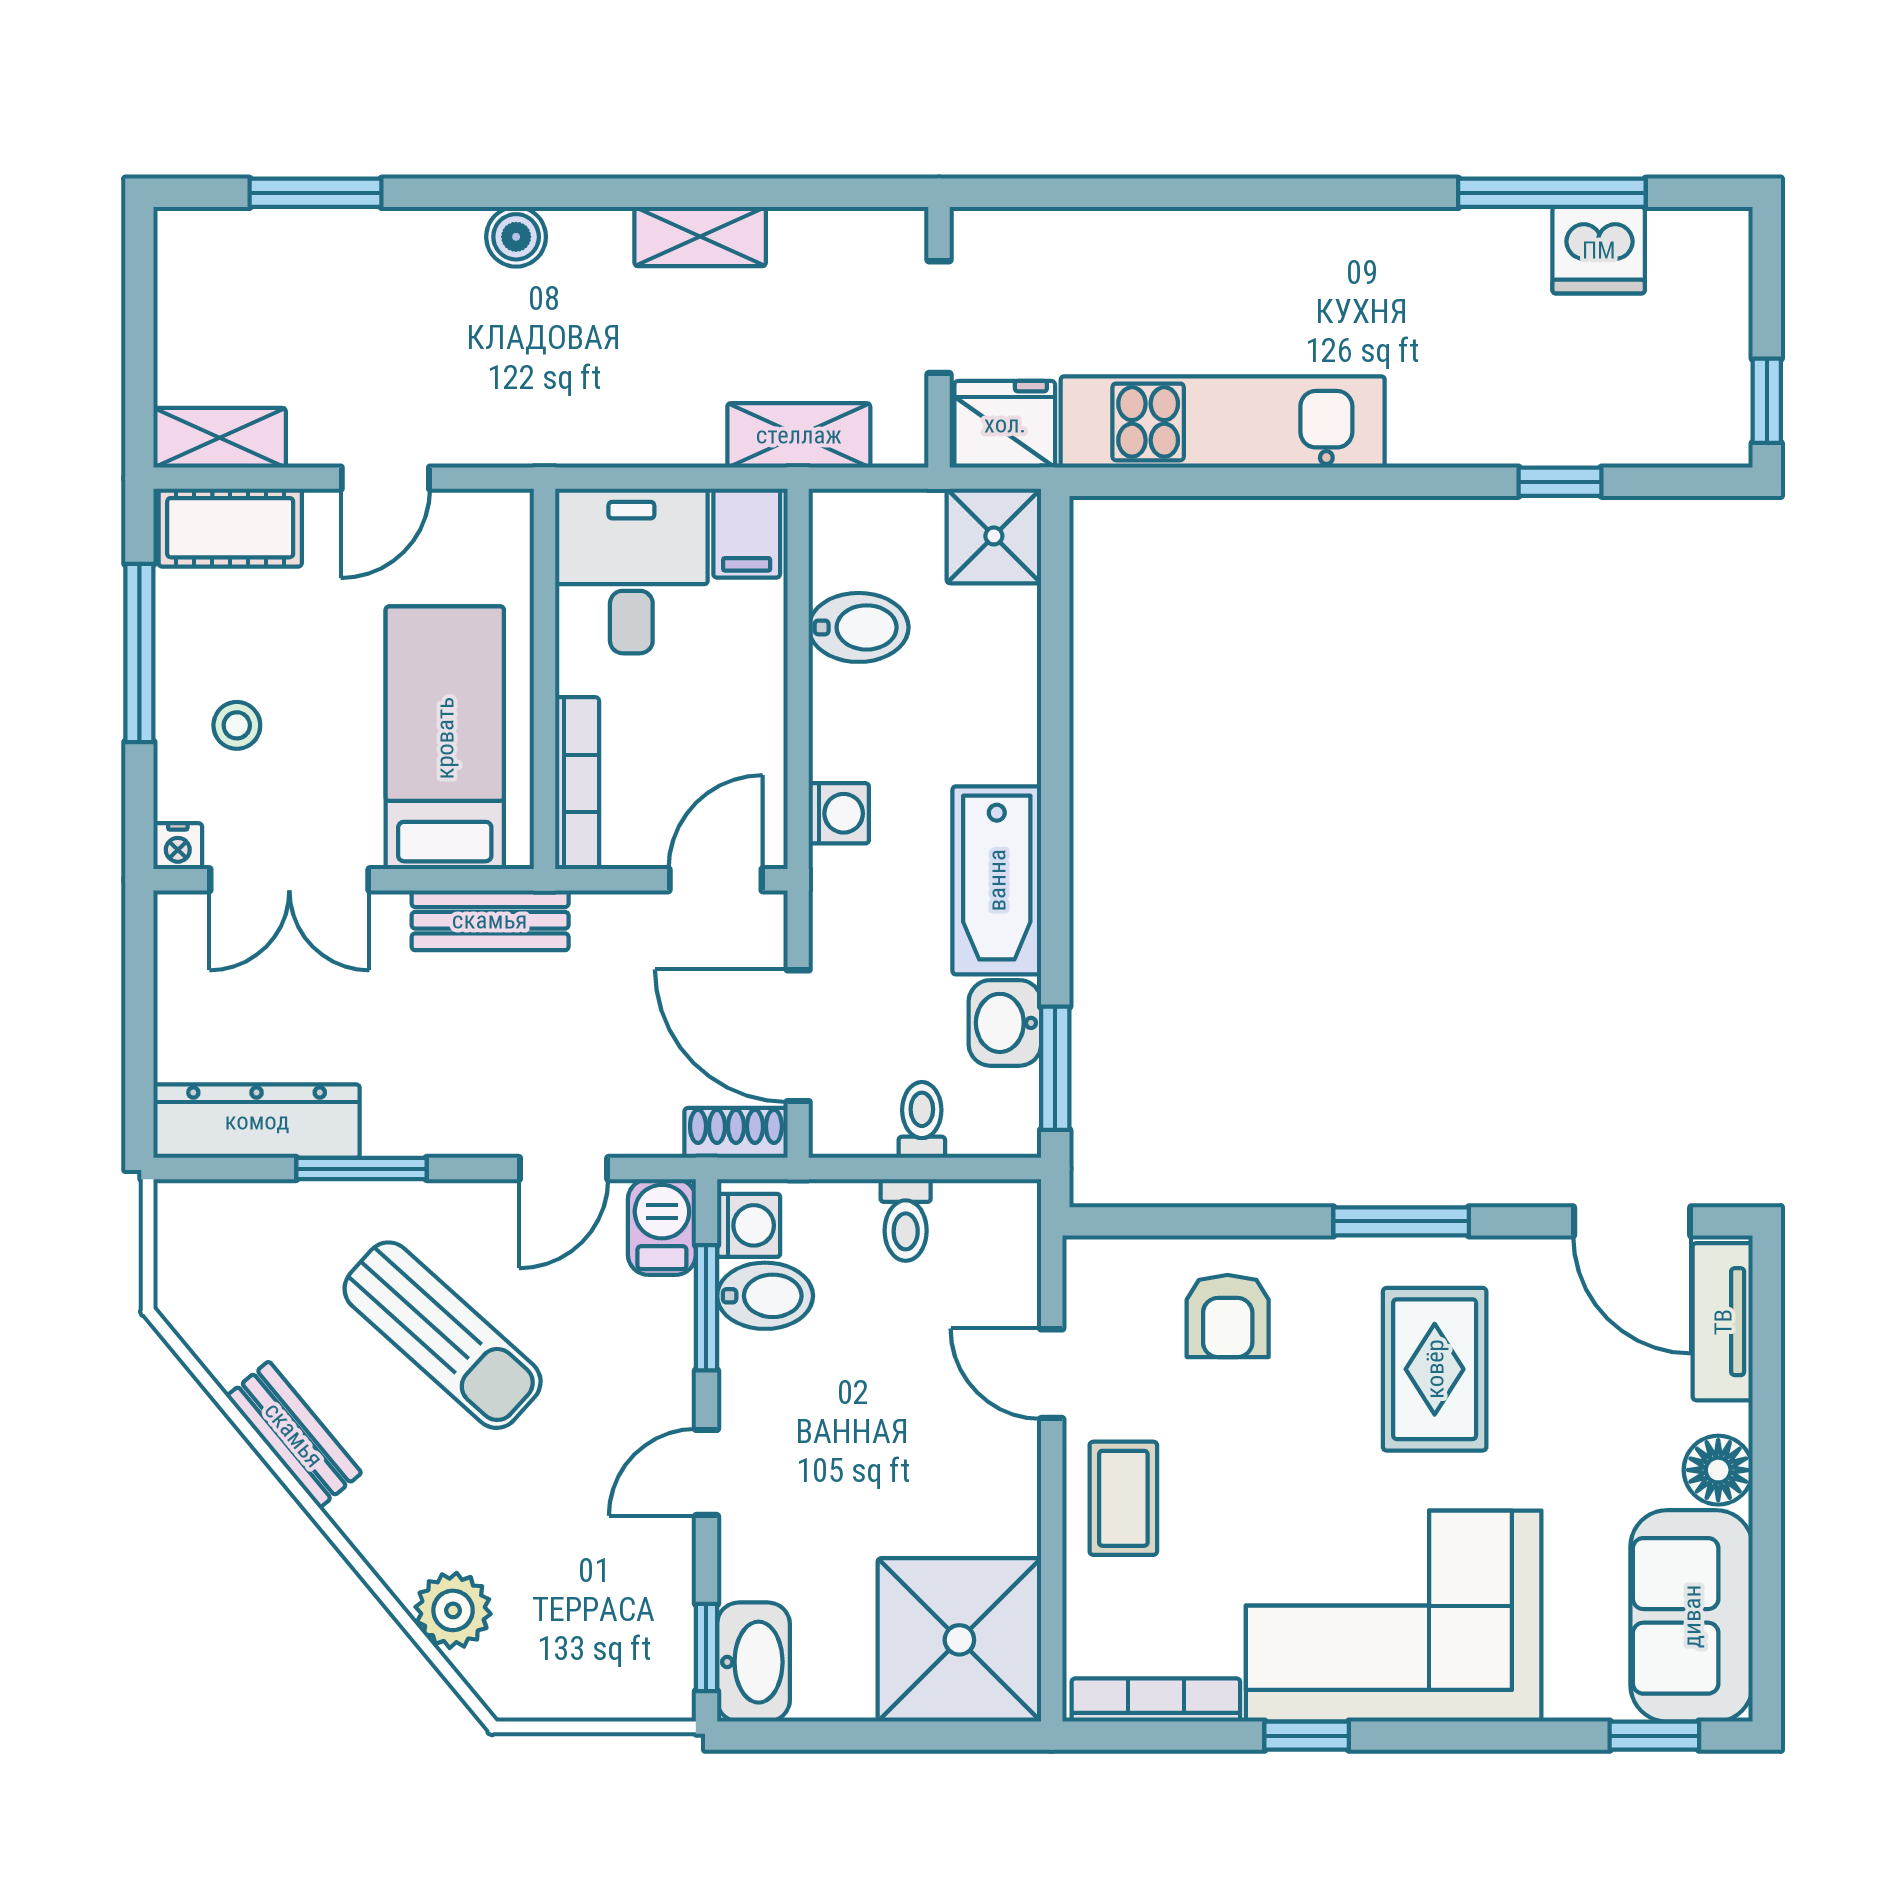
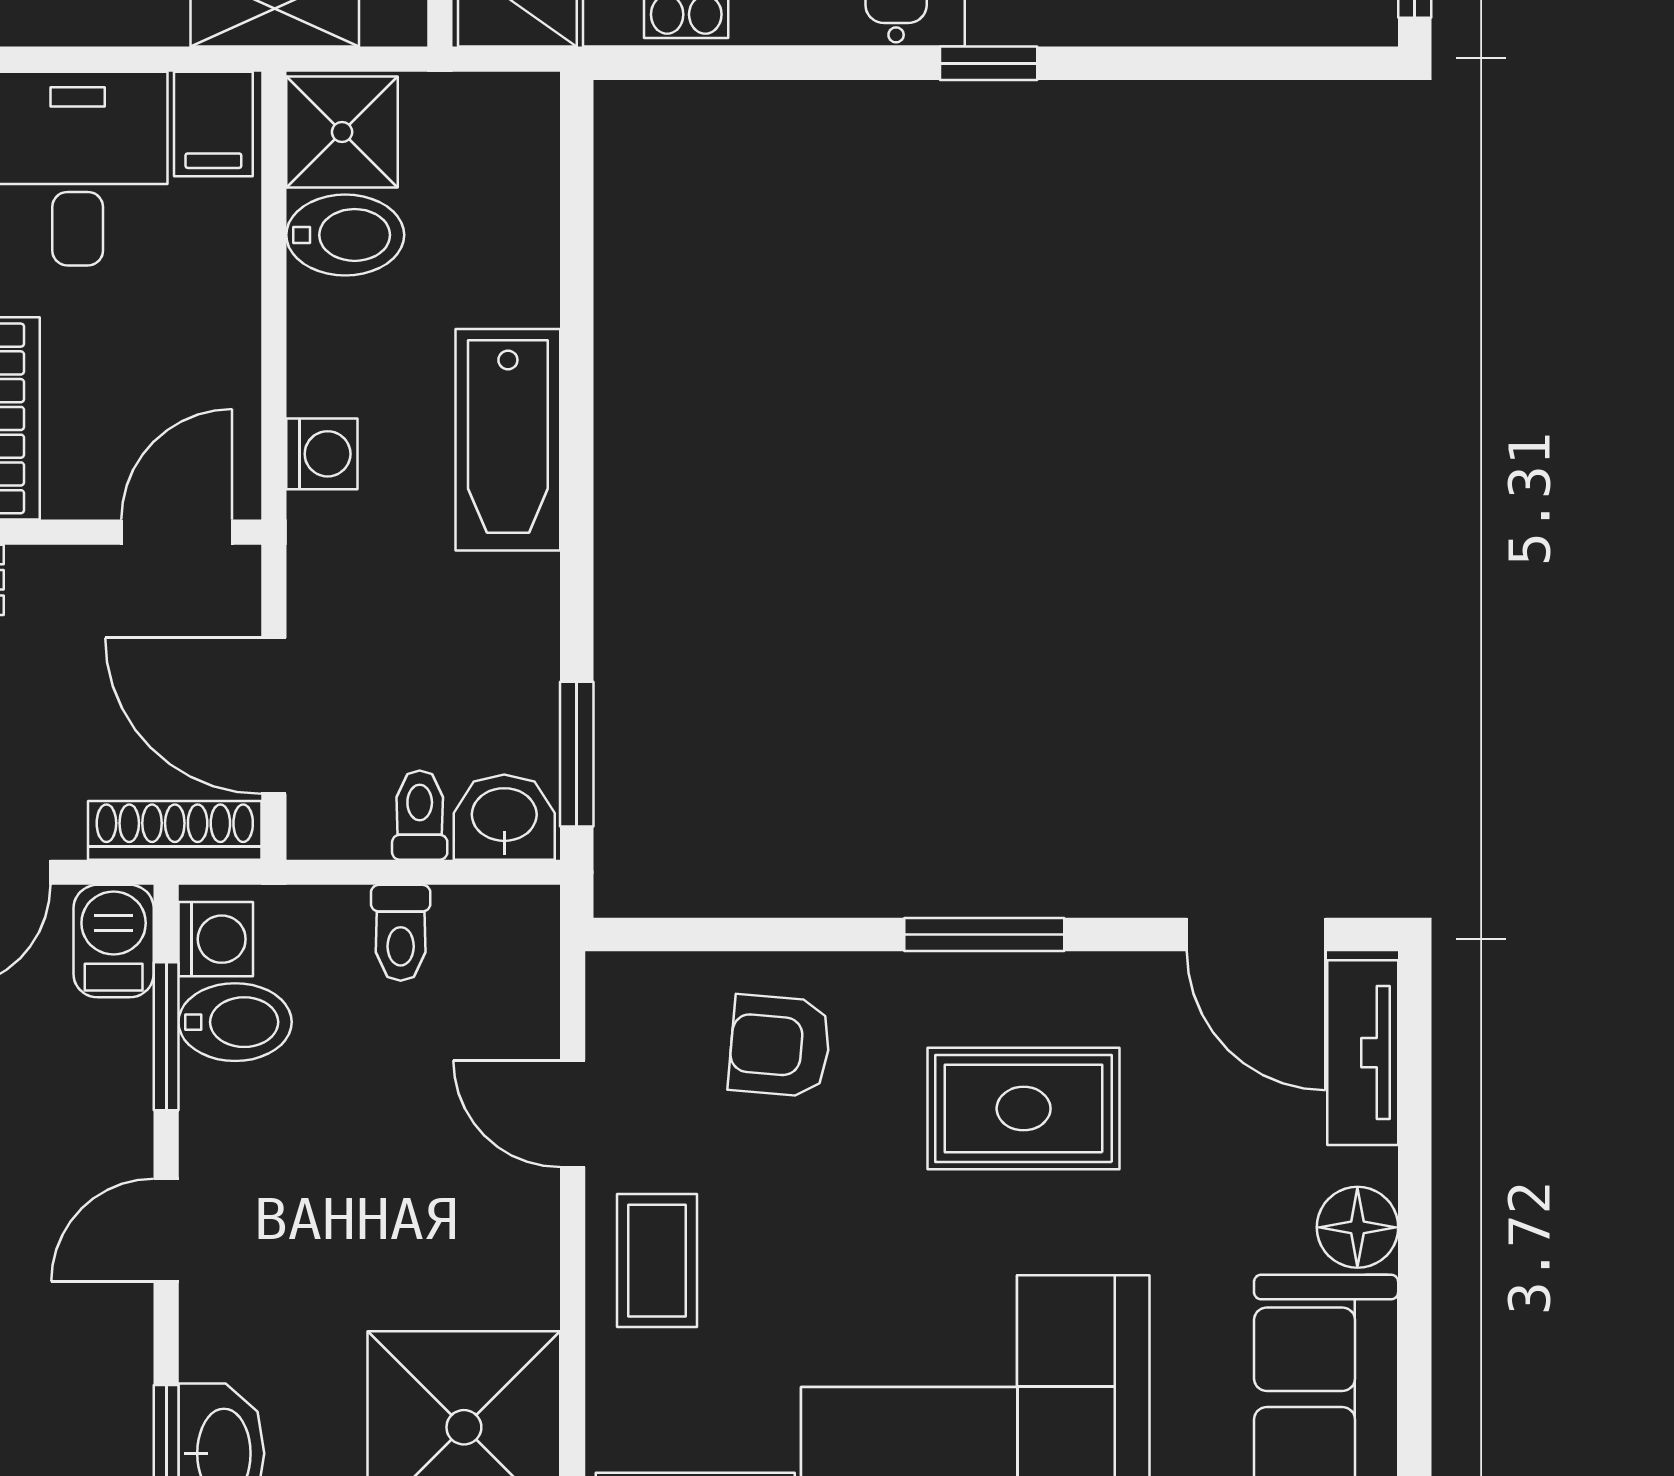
window: (1560, 482) -> (989, 63), moved
shower: (994, 536) -> (342, 132), moved
bathtub: (997, 880) -> (508, 440), moved
washbasin: (1005, 1023) -> (504, 817), moved, turned 90
shoe rack: (736, 1133) -> (175, 830), width x1.43
armchair: (1228, 1316) -> (780, 1046), turned 95
rug: (1435, 1369) -> (1024, 1109), turned 90

